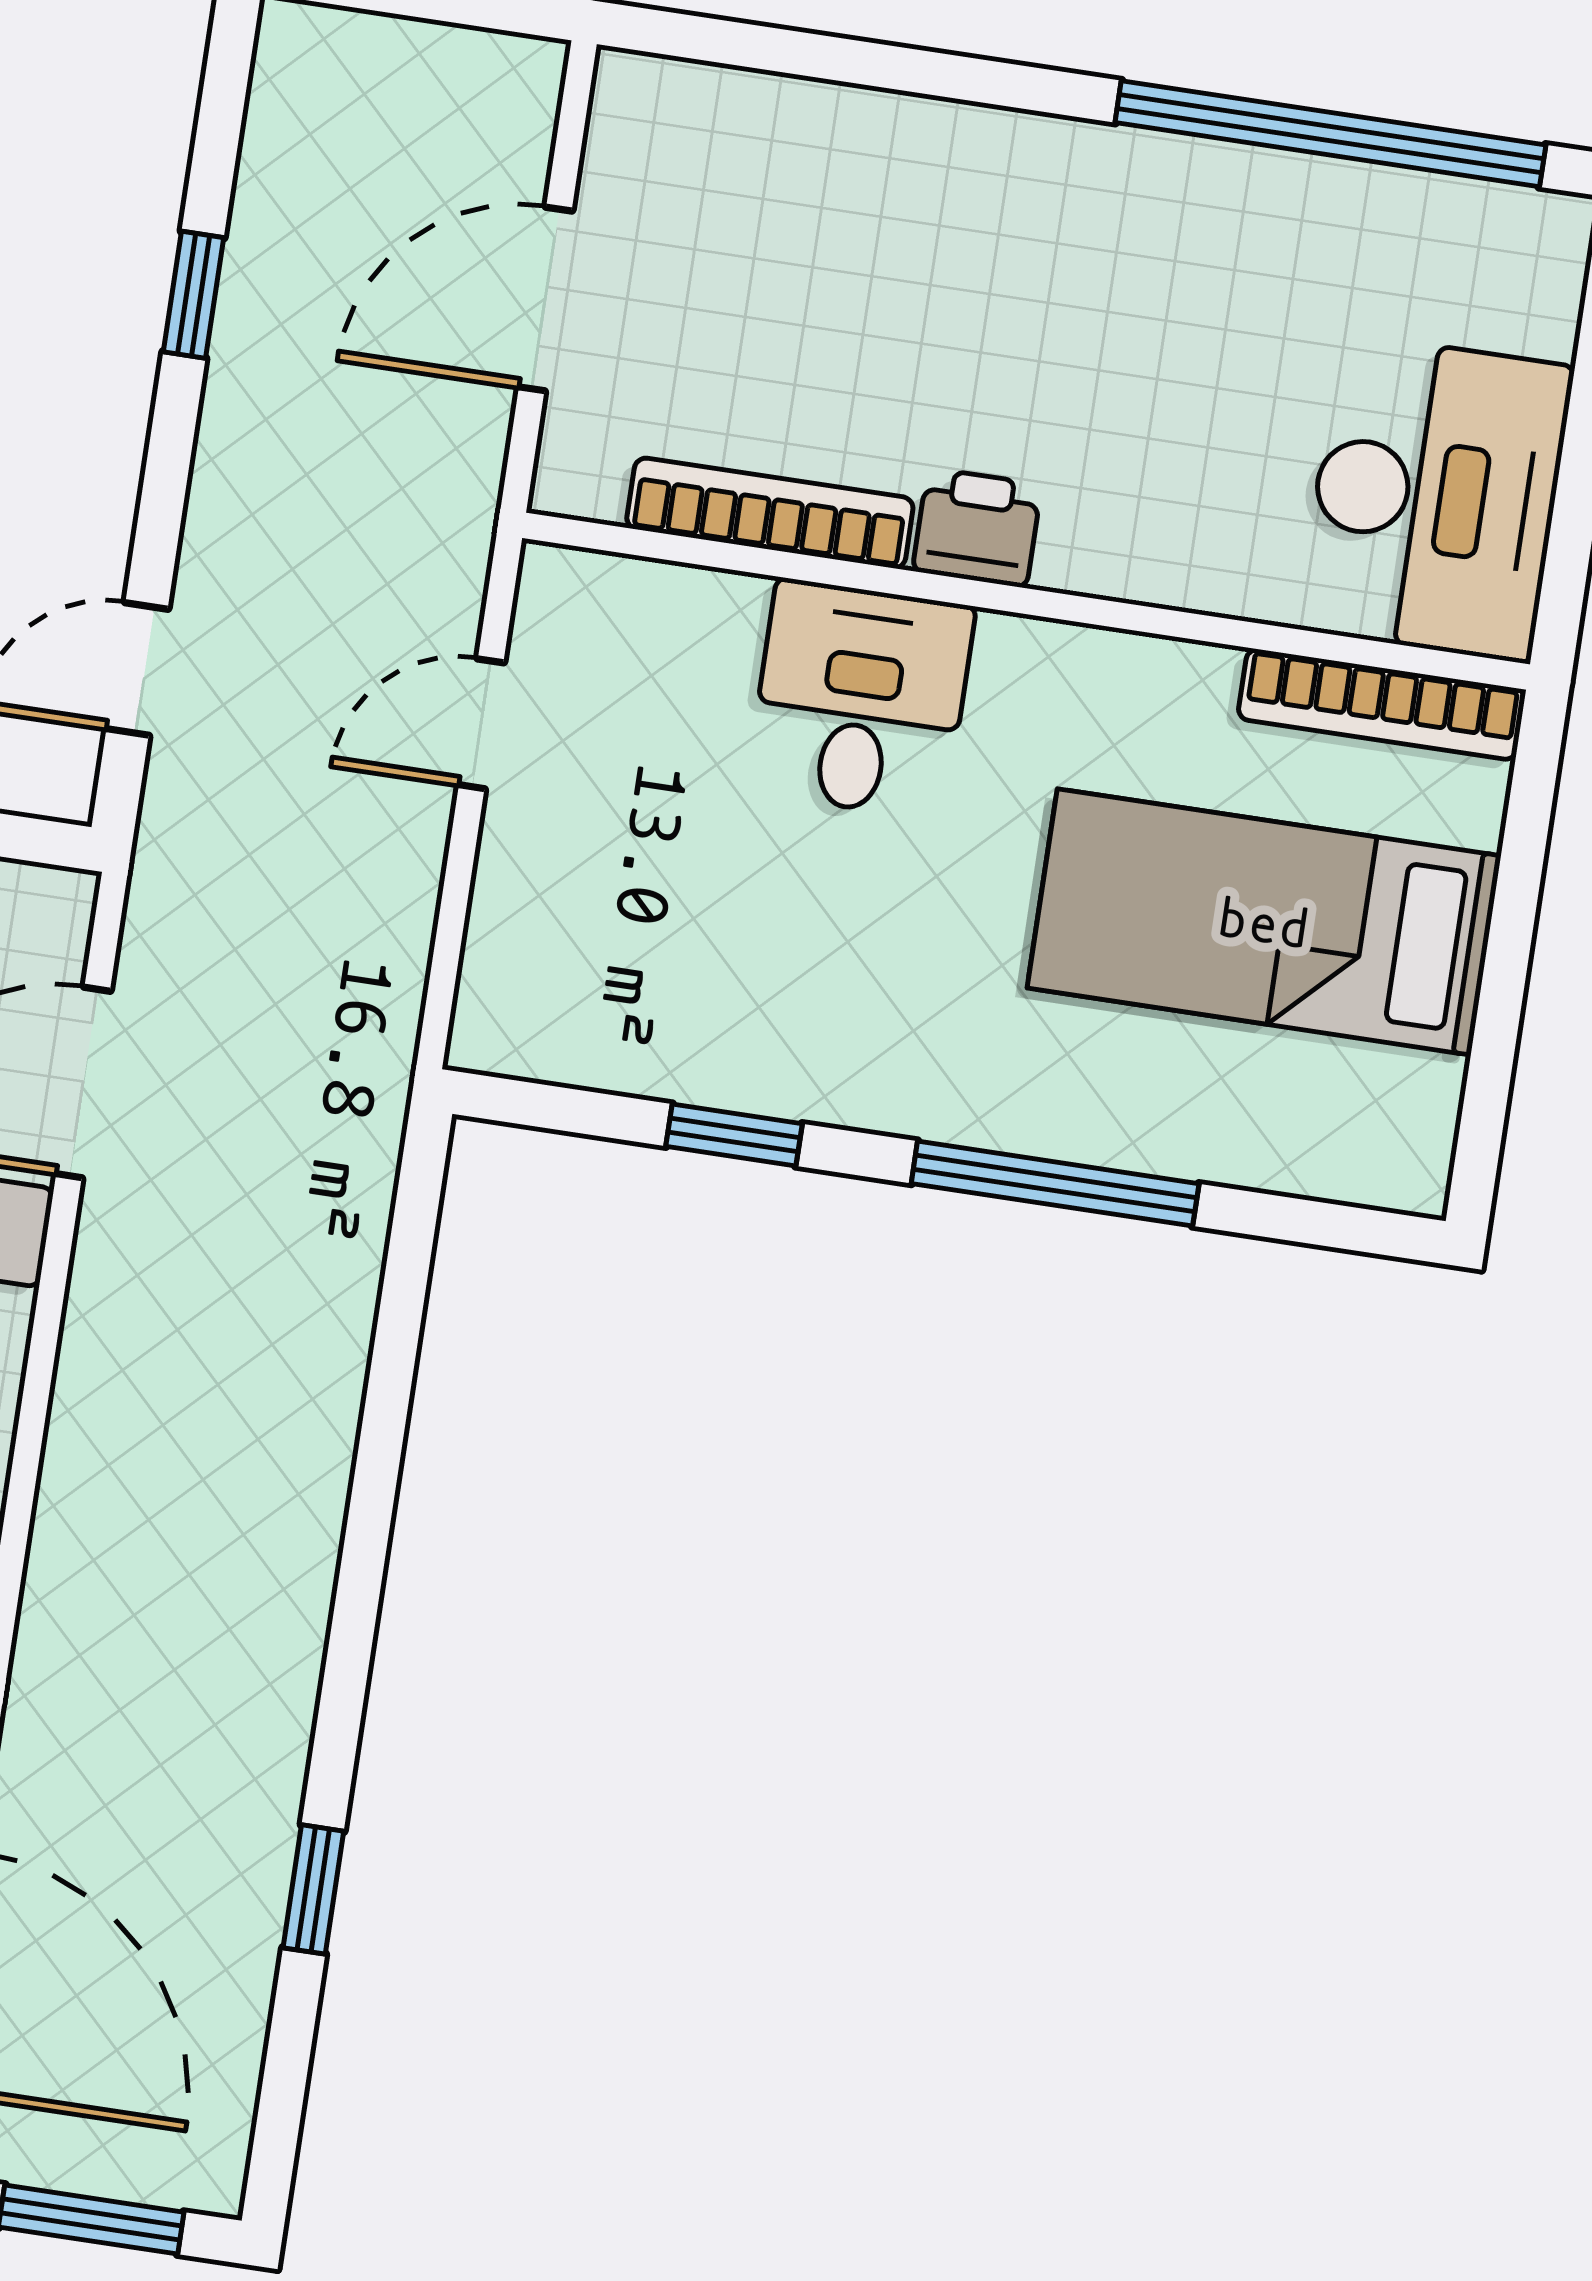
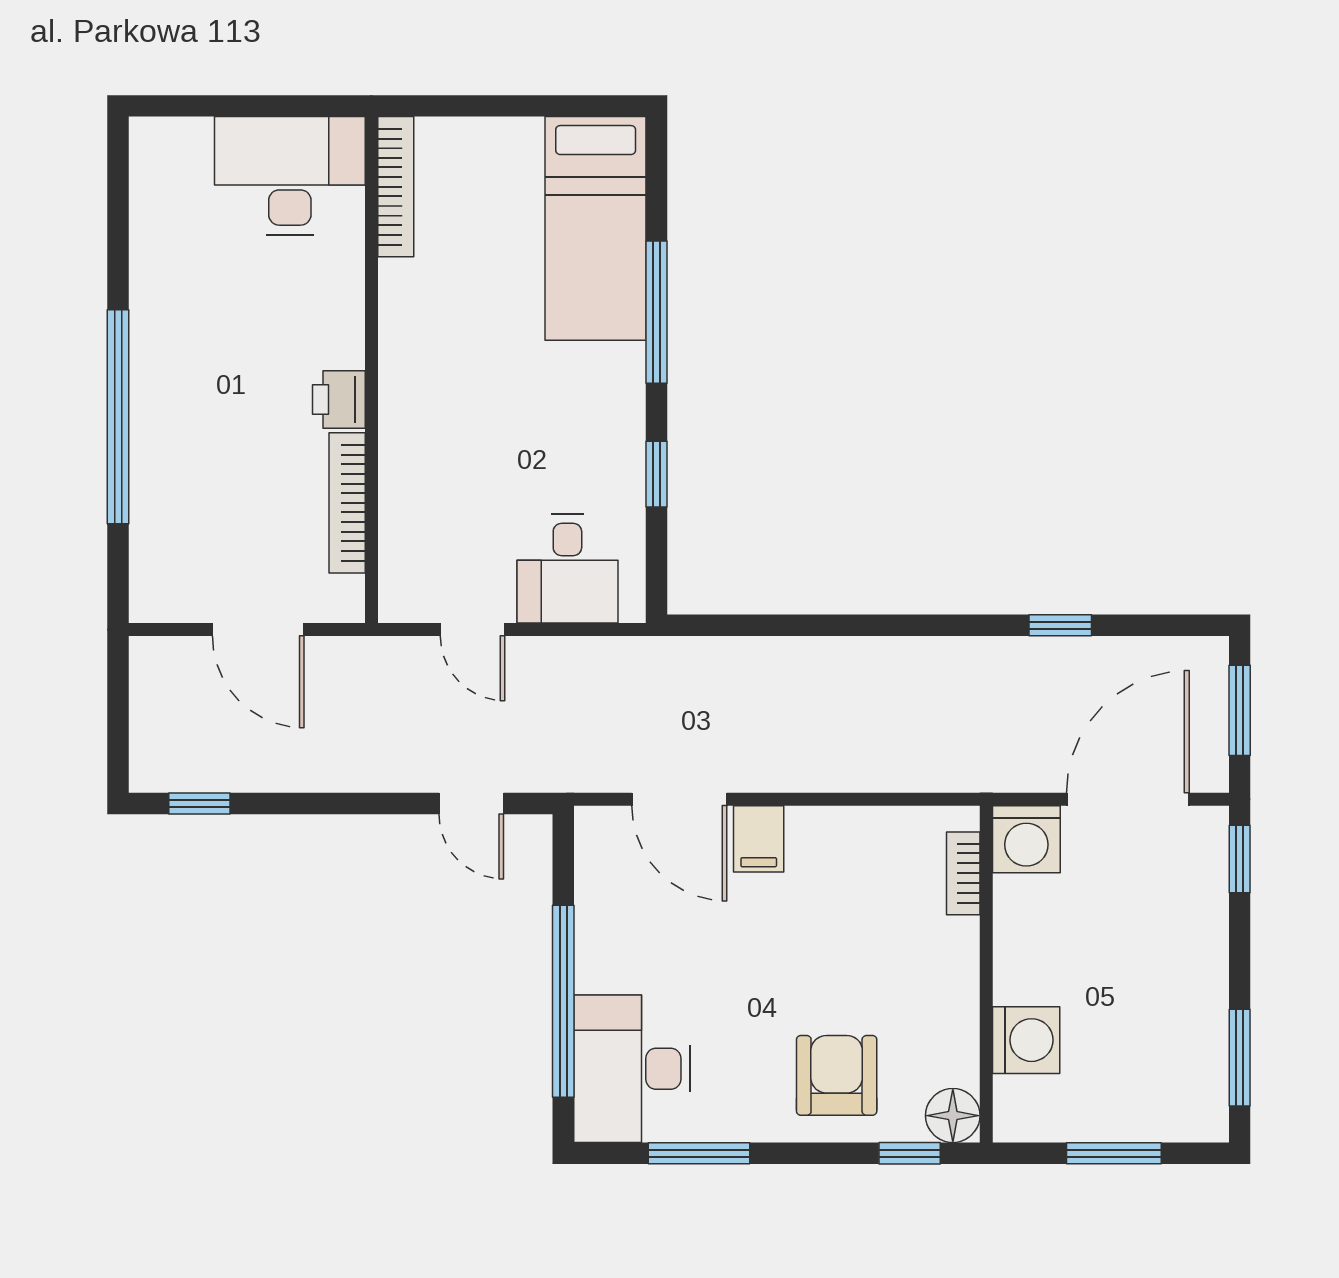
window: (1330, 134) -> (118, 417), moved
window: (194, 295) -> (199, 803), moved
desk: (861, 699) -> (567, 569), moved, turned -90
bed: (1264, 922) -> (596, 228), moved

